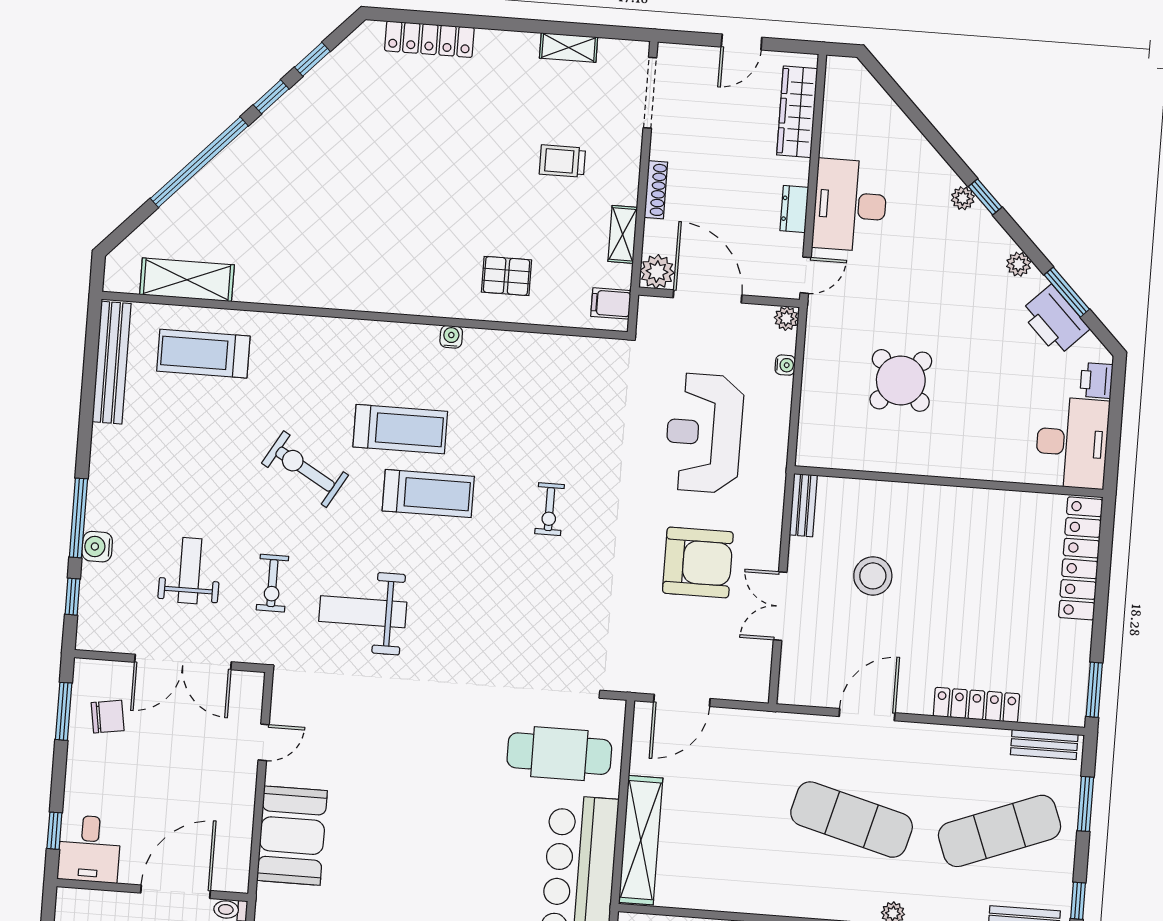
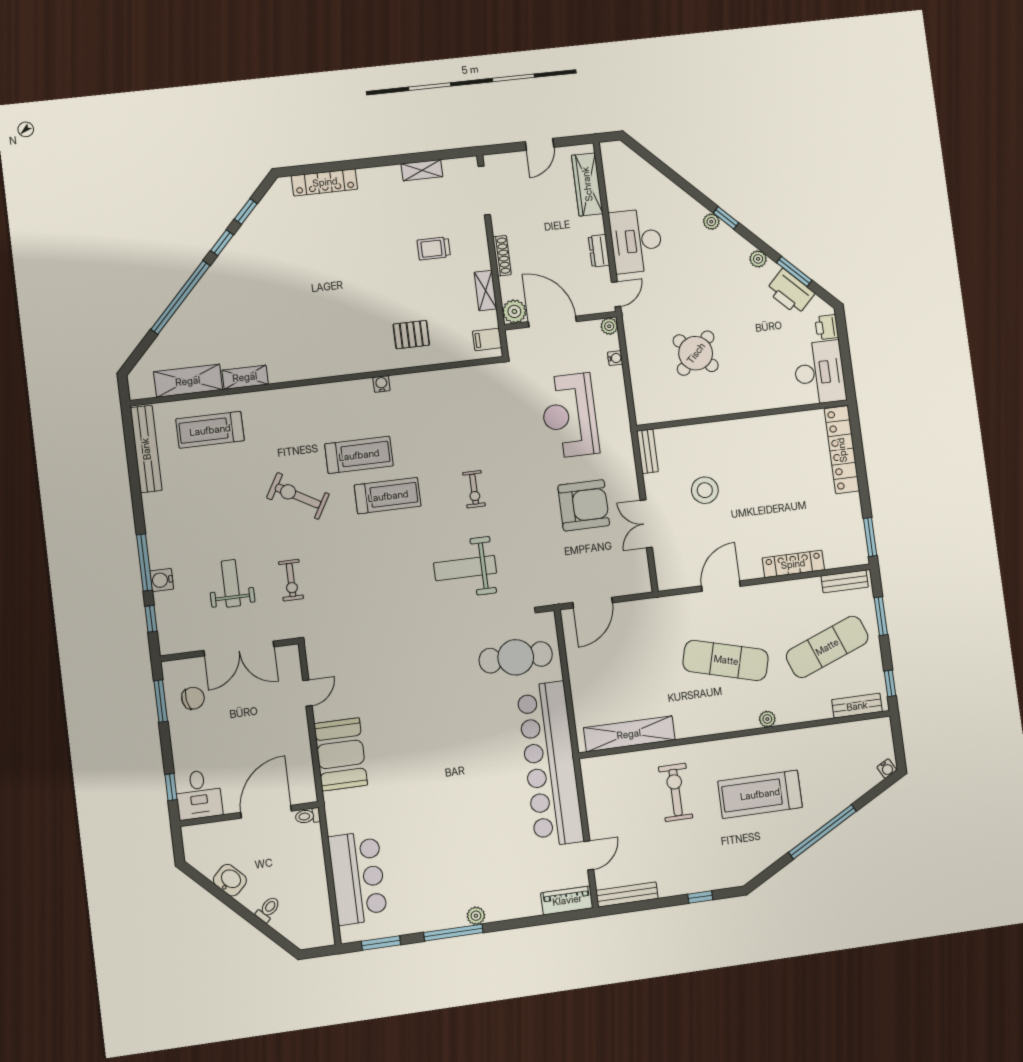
shelving: (266, 290) -> (245, 377), added
weight bench: (363, 612) -> (465, 568), moved
shelving: (641, 840) -> (629, 734), moved, turned 90

